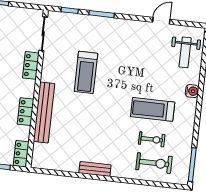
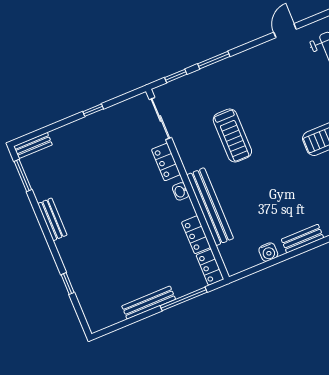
washbasin: (30, 91) -> (181, 191), added
locker: (26, 112) -> (196, 235), moved
water cooler: (67, 165) -> (268, 252), added

